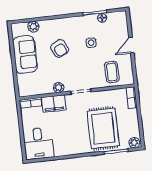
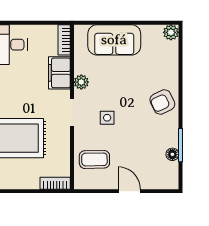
plant: (33, 27) -> (171, 32), moved
side table: (91, 43) -> (107, 118), moved
armchair: (60, 48) -> (162, 102), moved
sofa: (25, 55) -> (114, 40), moved

